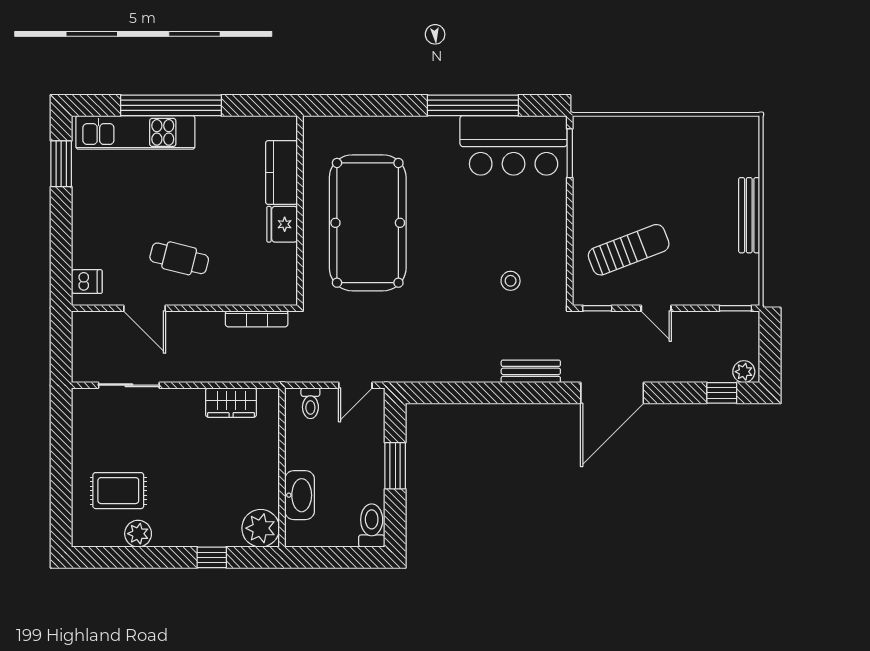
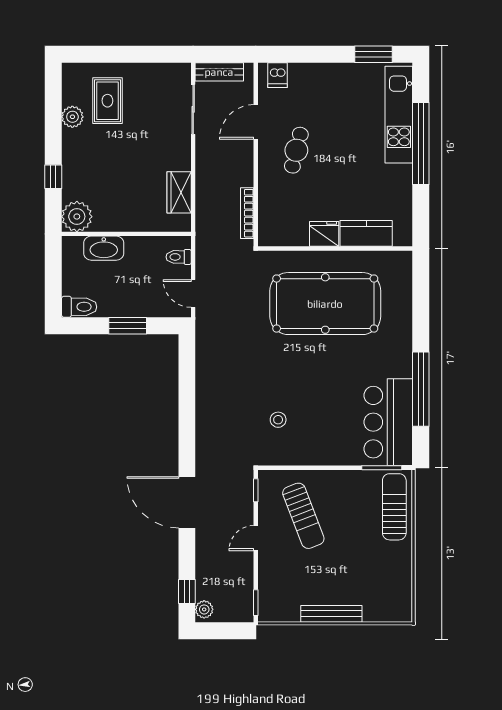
sun lounger: (618, 138) -> (394, 507), added
bench: (531, 371) -> (219, 72), moved, turned 90

